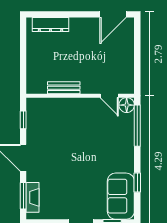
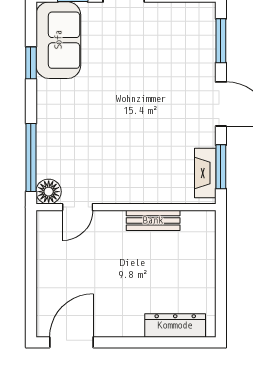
door: (109, 96) -> (78, 207), swing flipped
window: (23, 120) -> (221, 167), width x1.50
fireplace: (32, 197) -> (205, 173), moved

